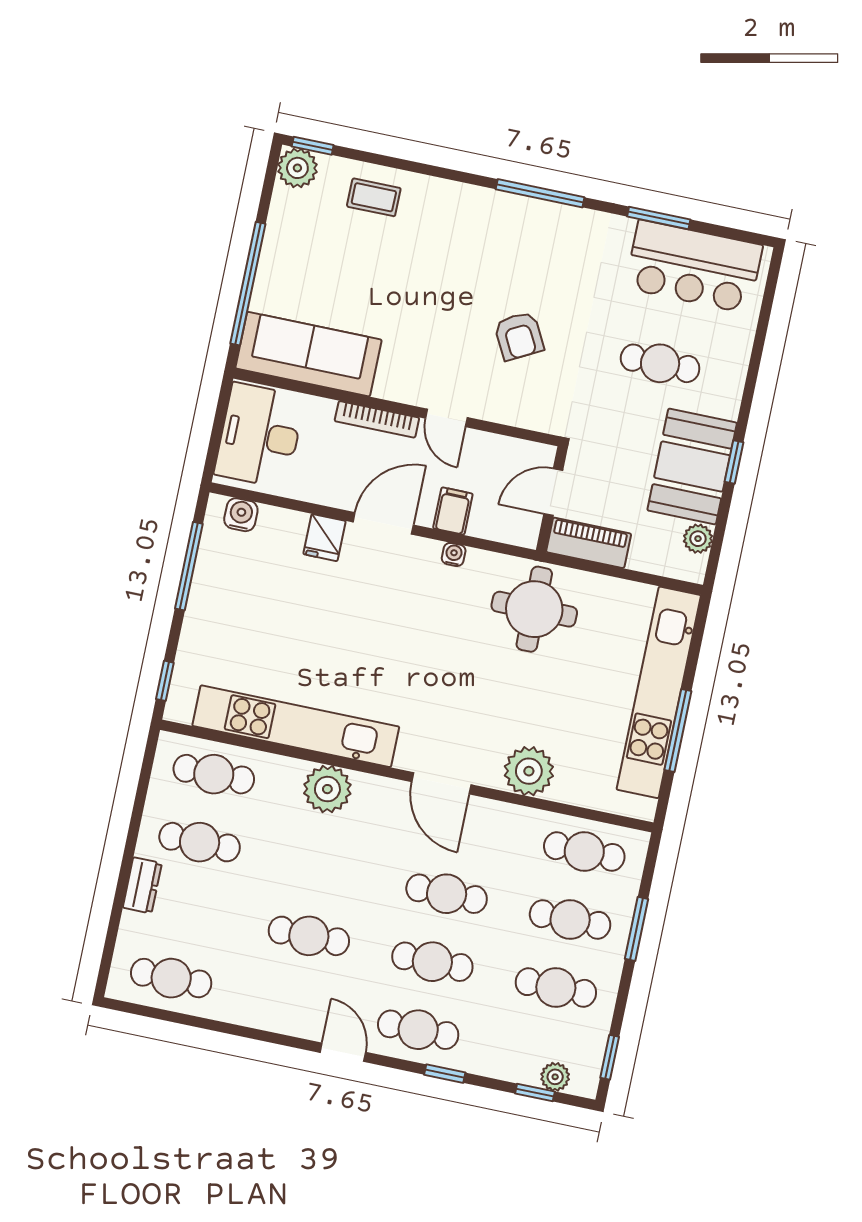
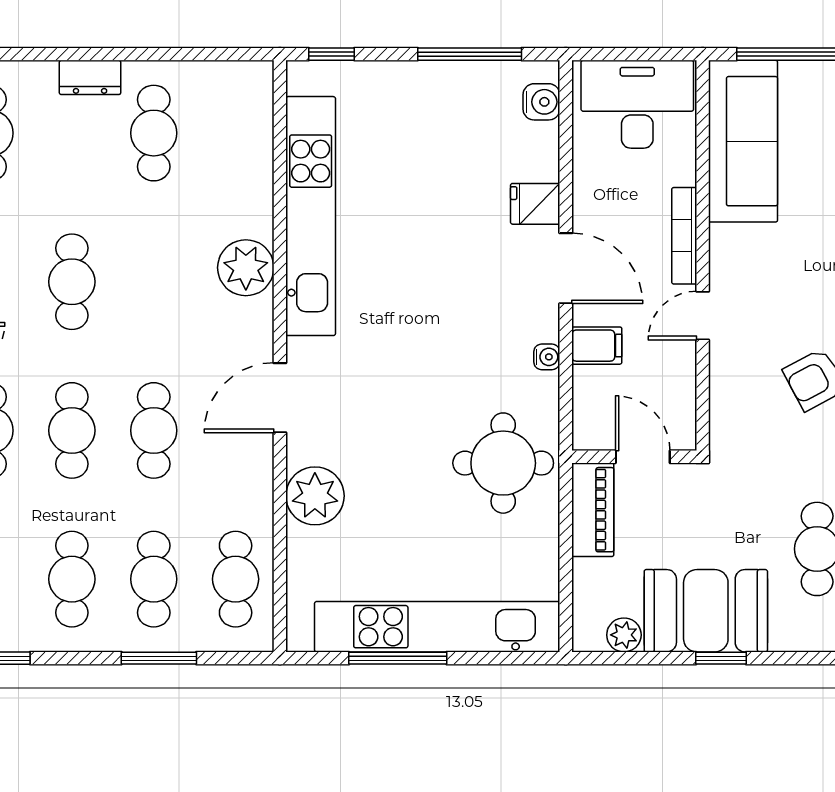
cafe table: (214, 774) -> (236, 133), removed

